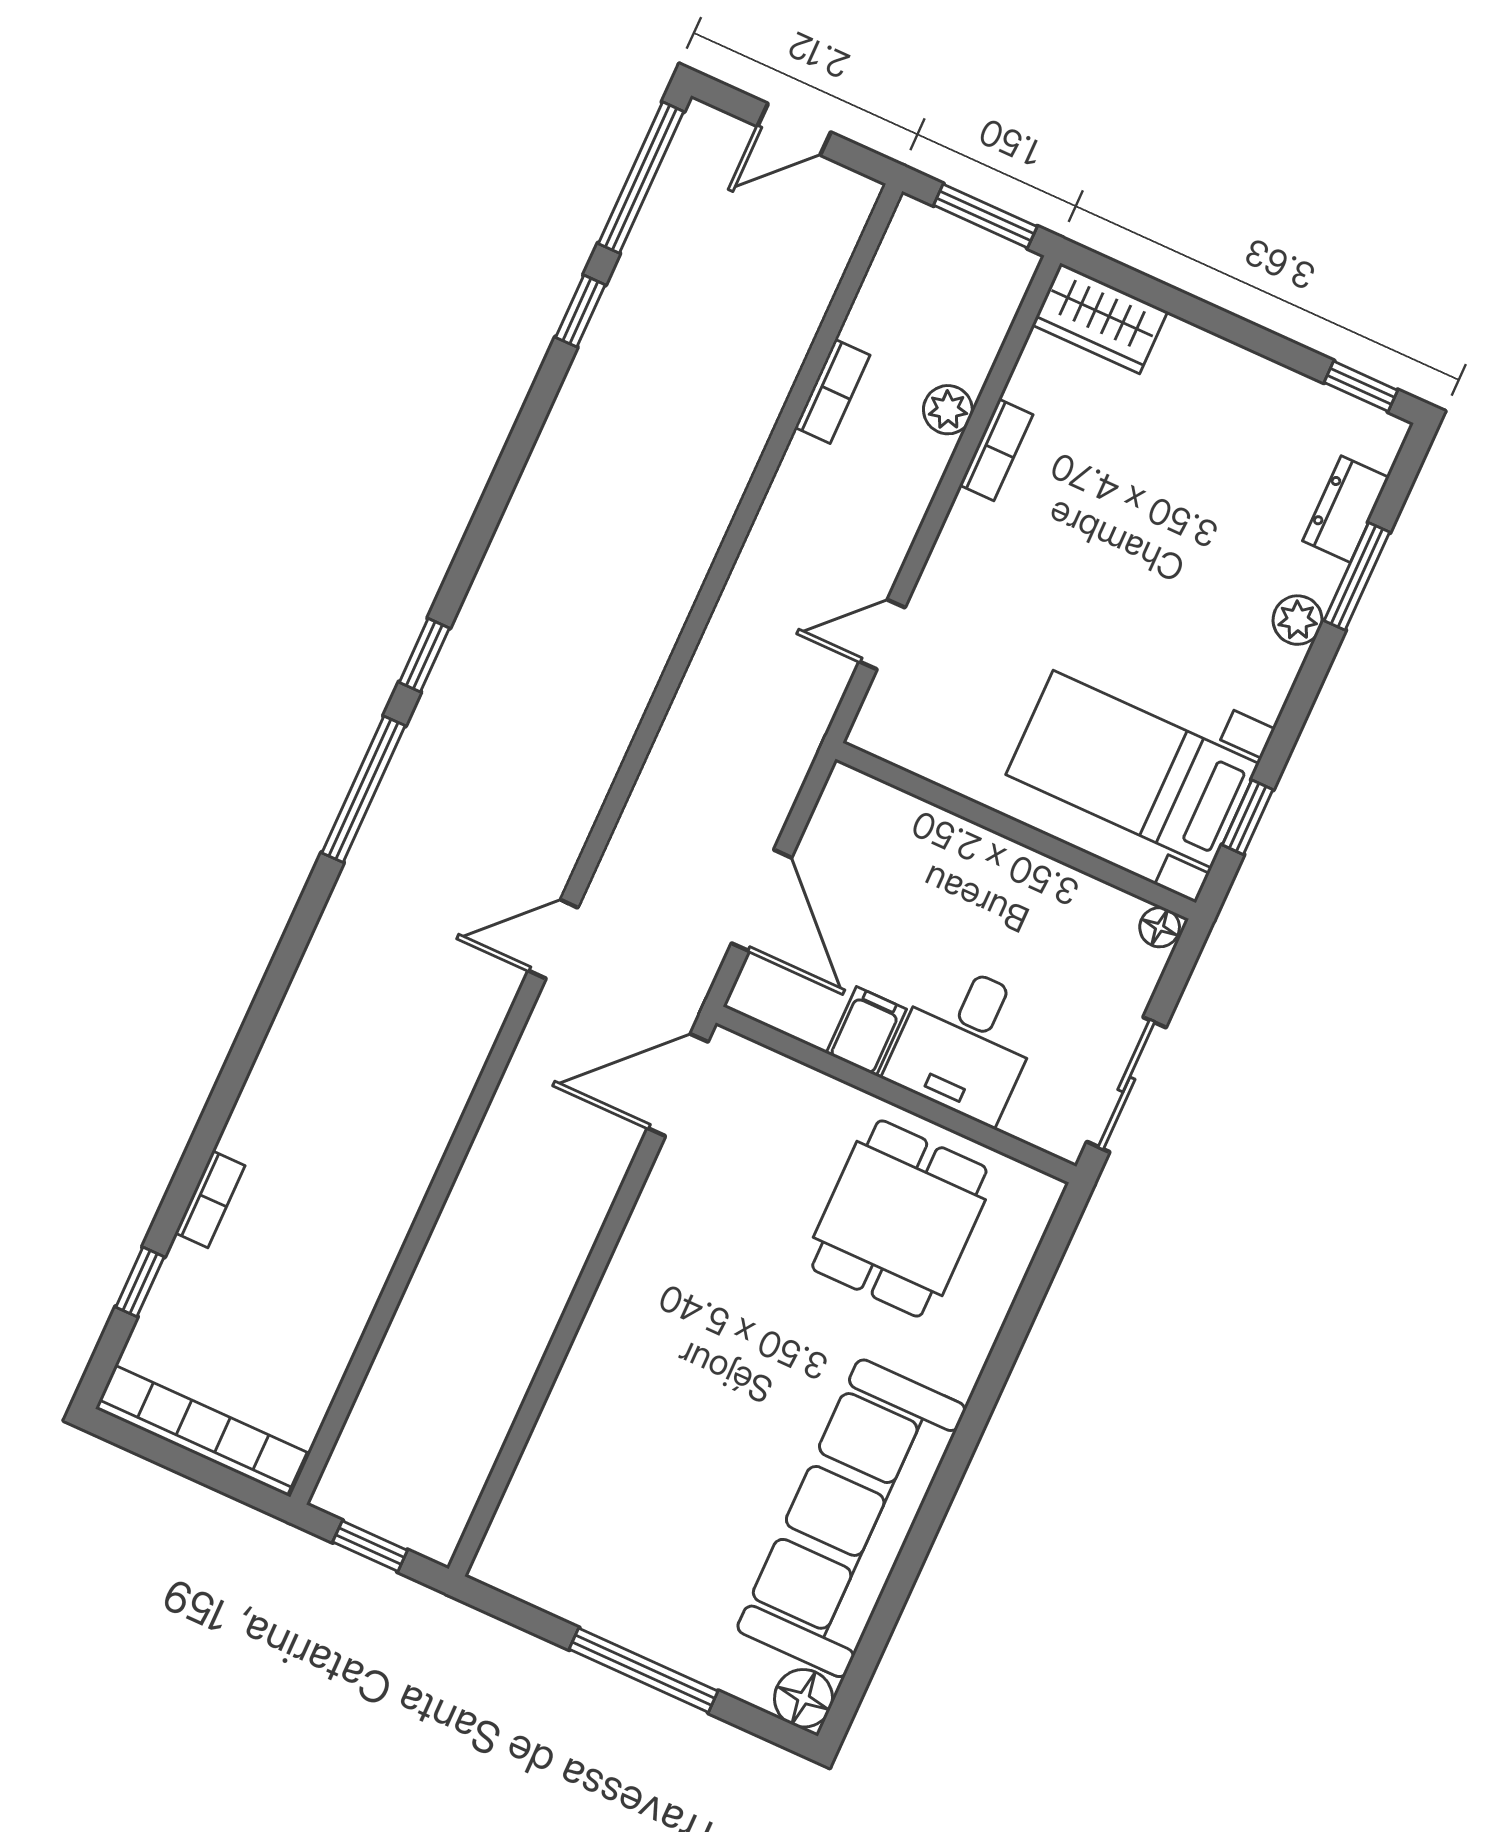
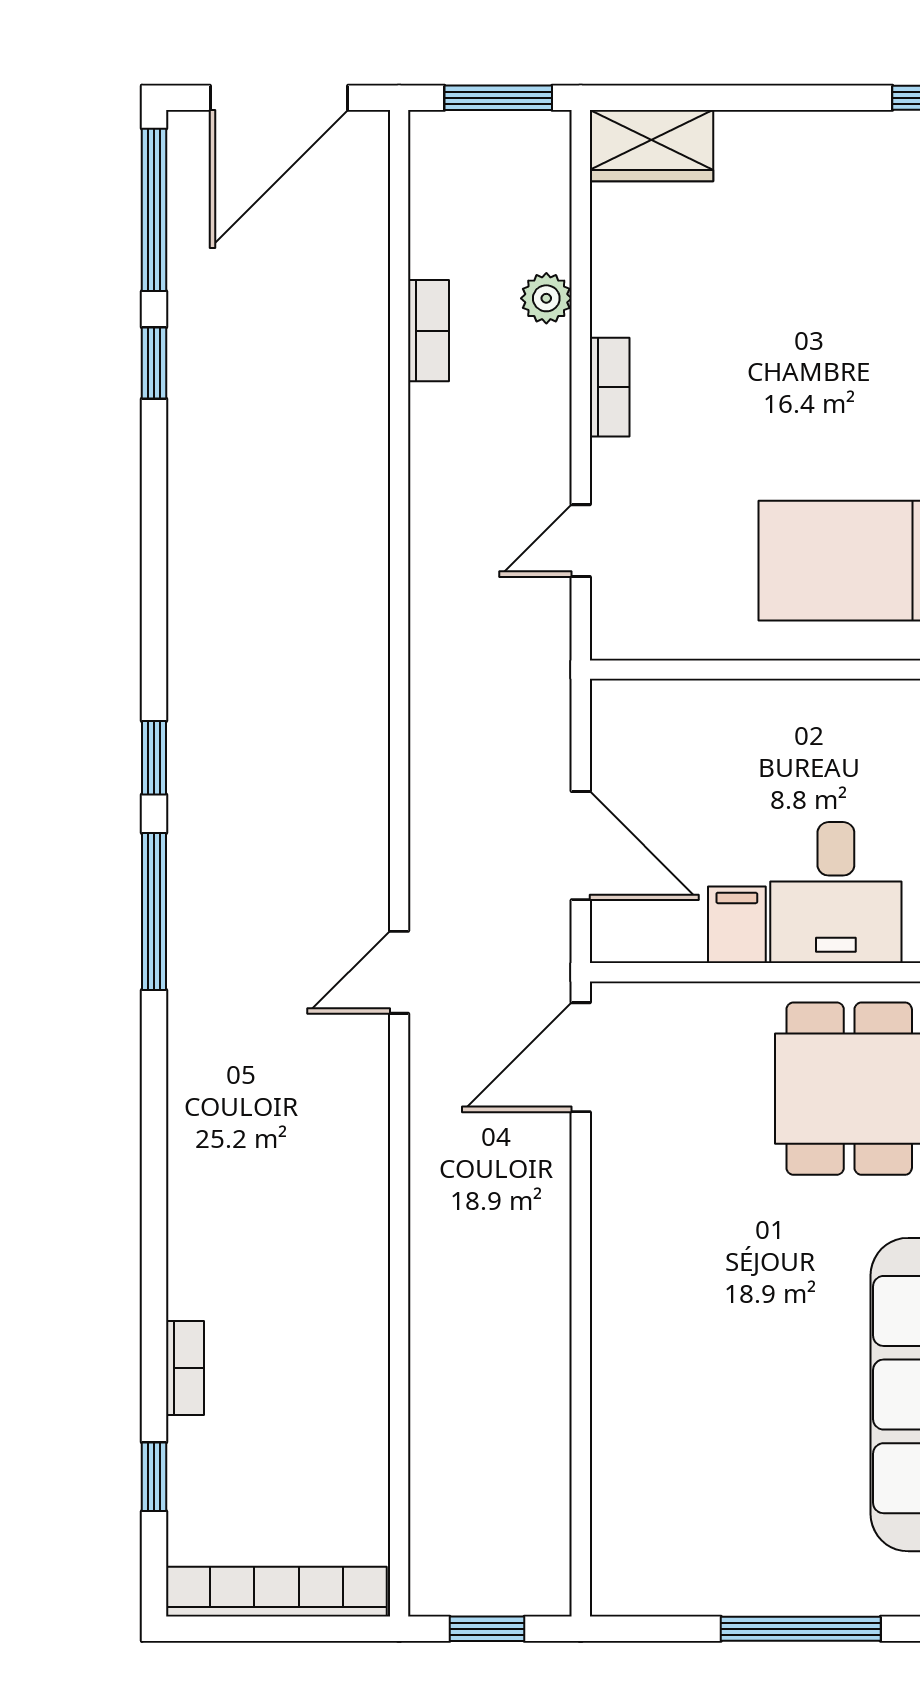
door: (794, 129) -> (279, 98), width x1.88
bookcase: (996, 450) -> (610, 387), moved

